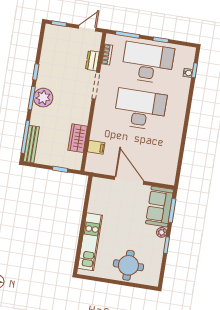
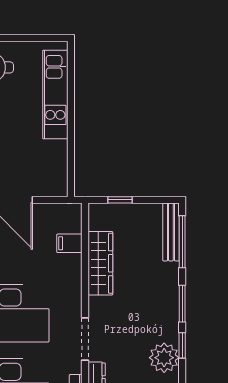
plant: (43, 98) -> (164, 358), moved
wardrobe: (78, 138) -> (100, 263), width x1.50

